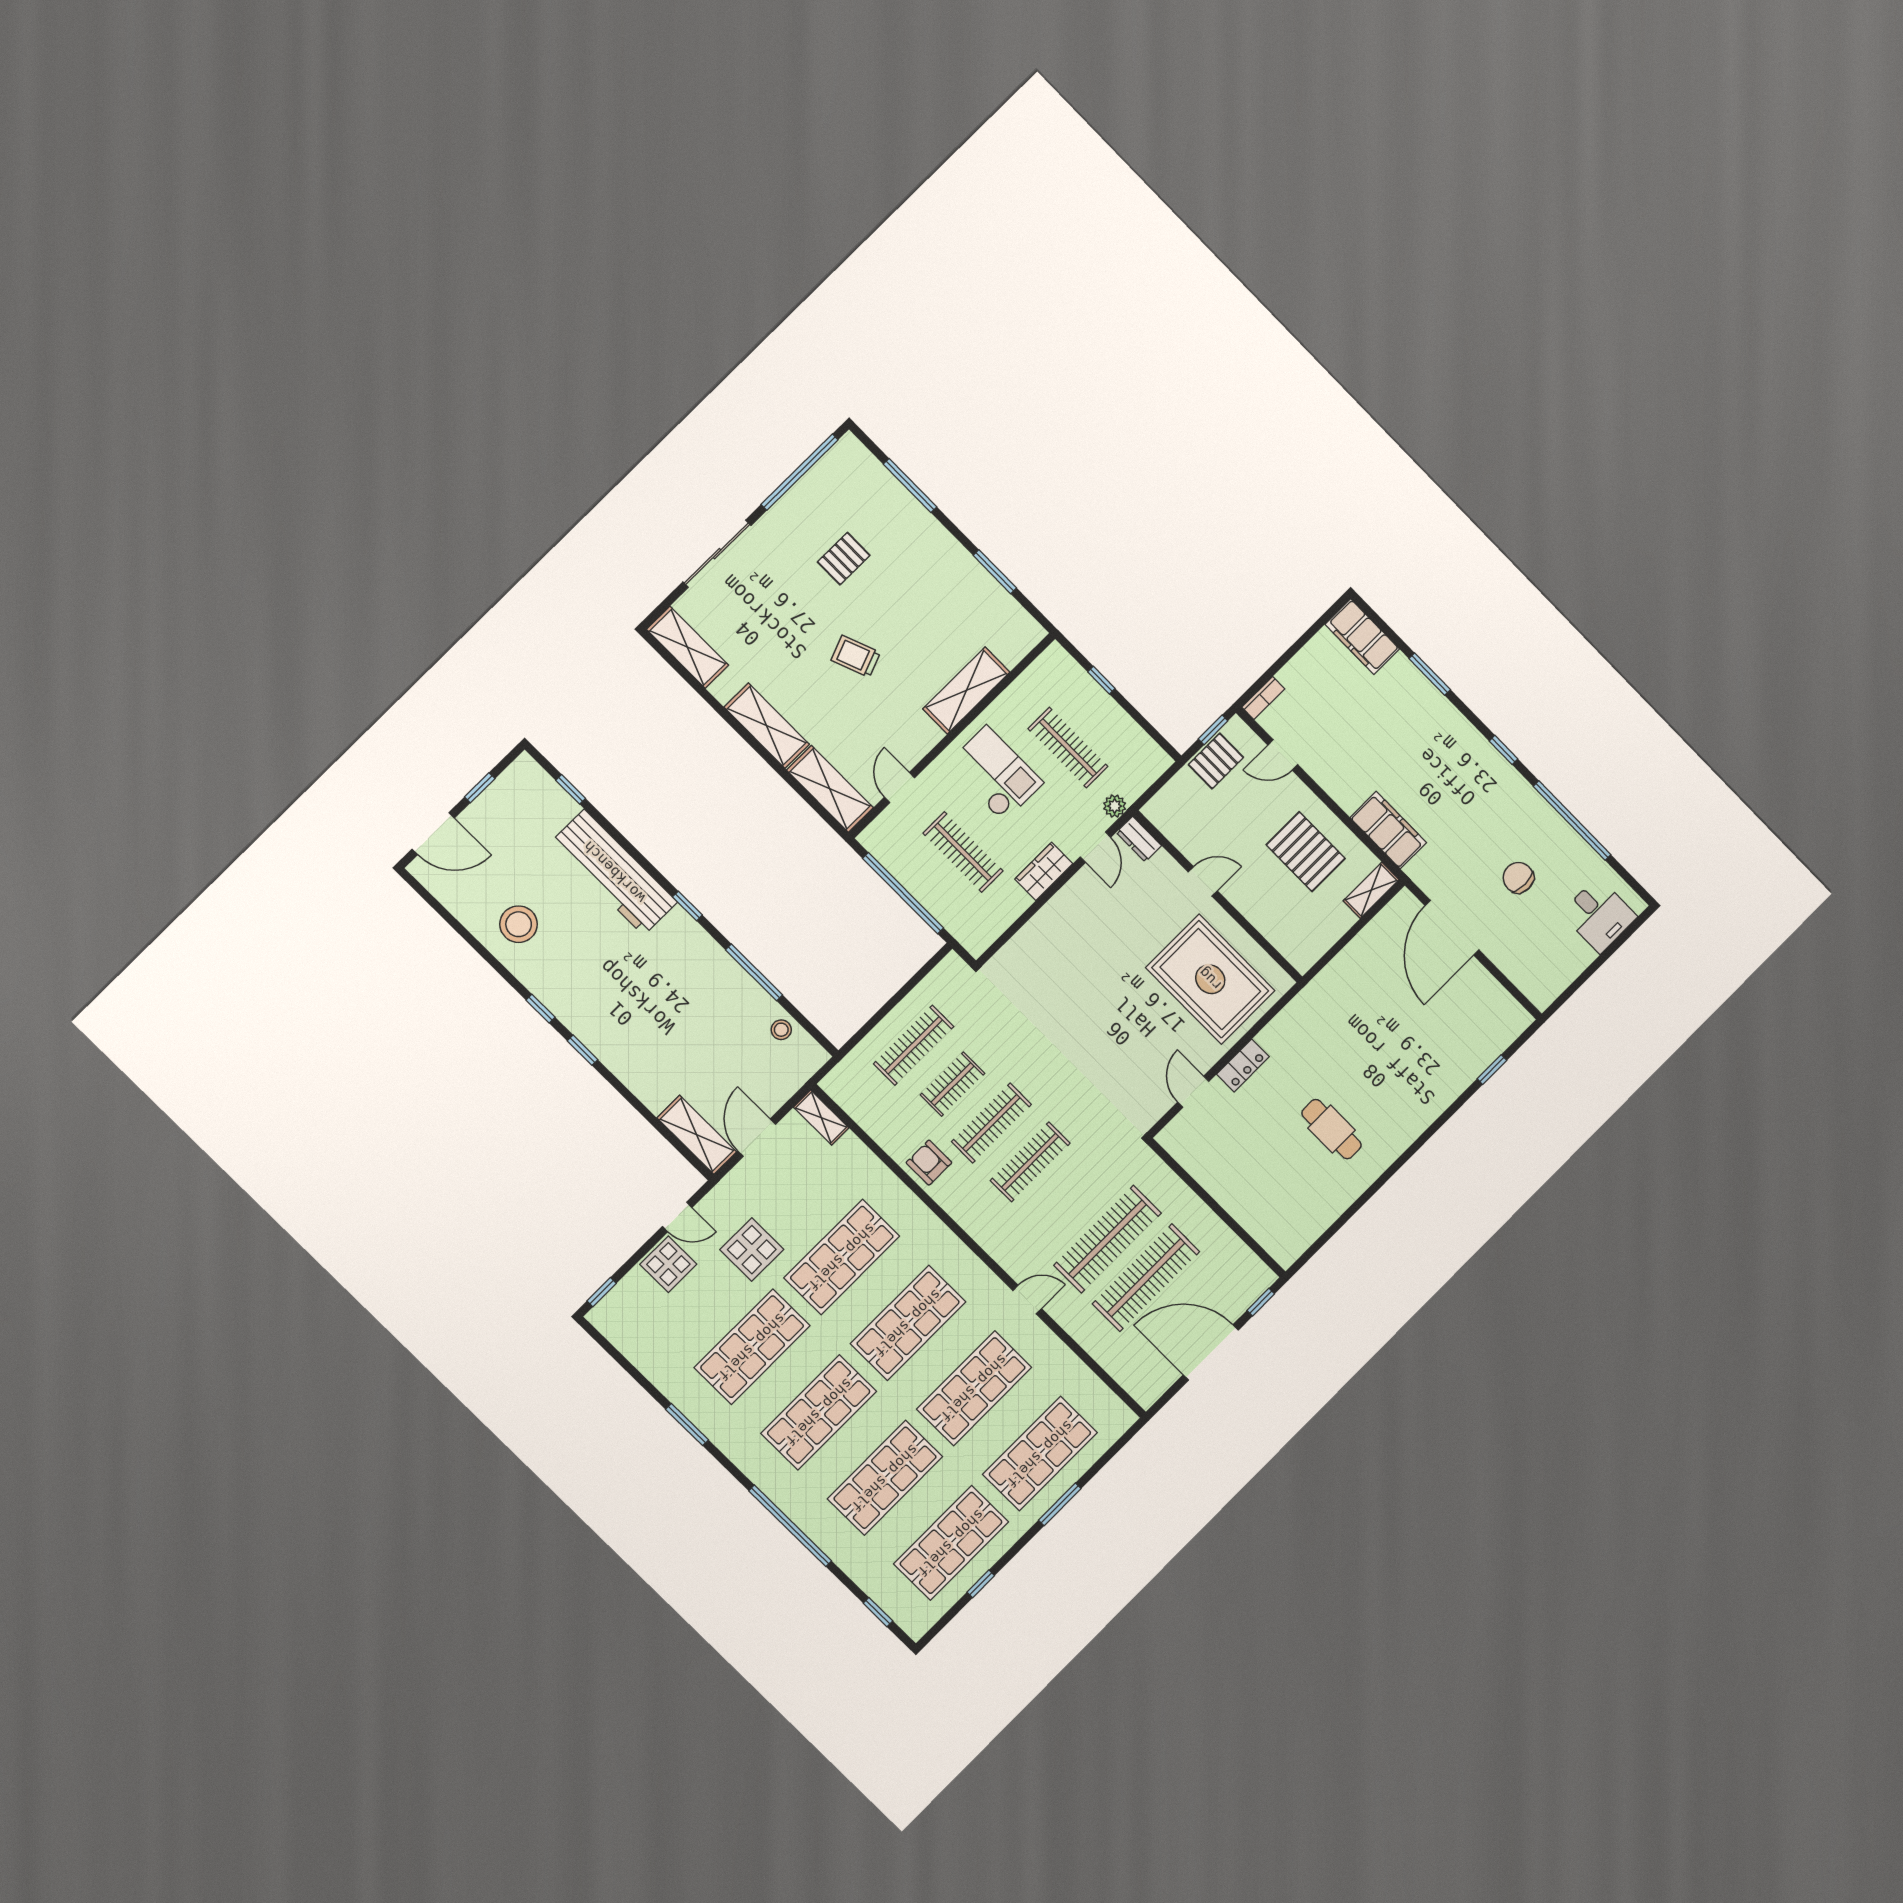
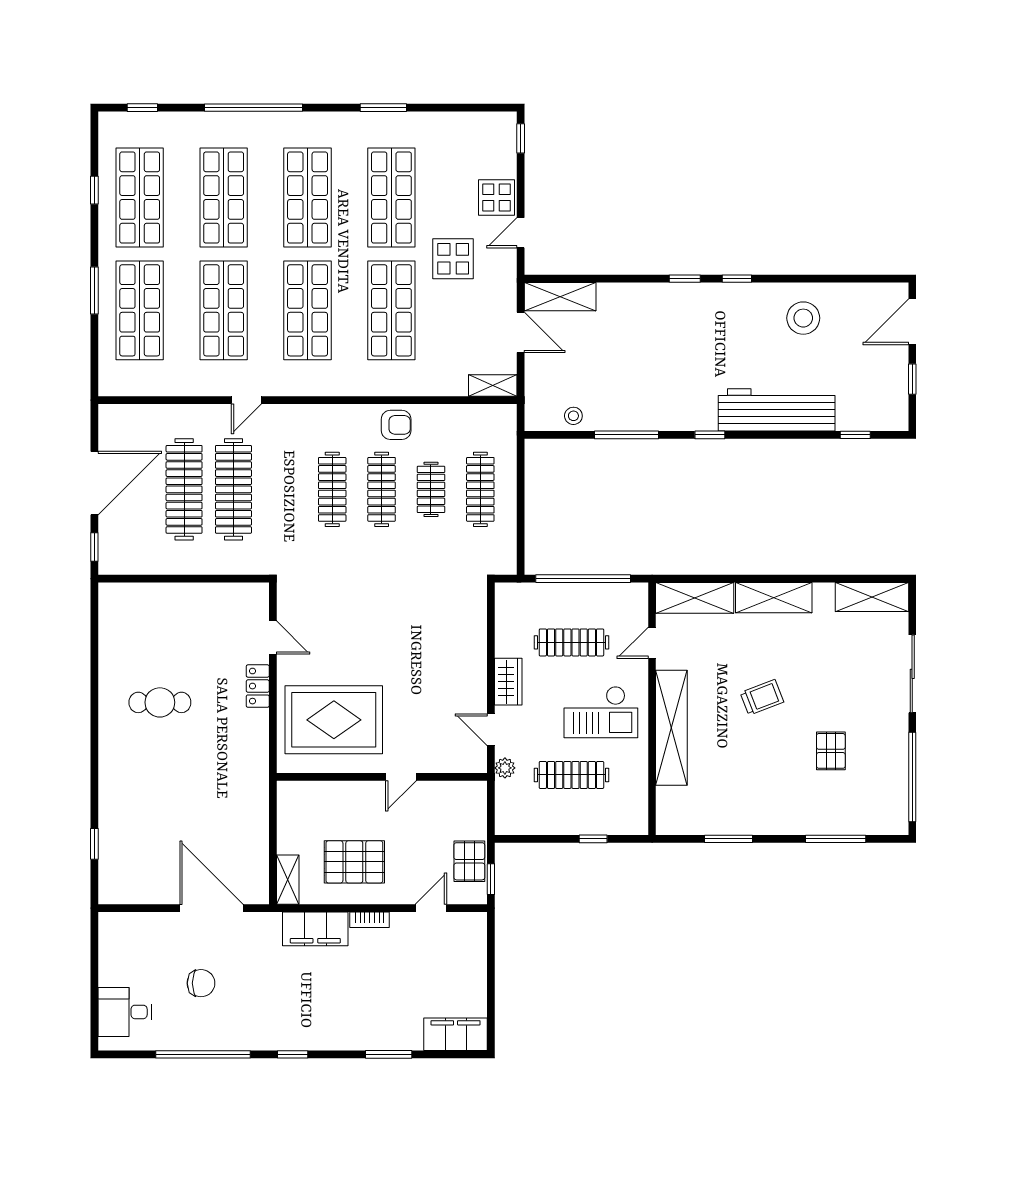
shelving: (966, 690) -> (671, 728), width x1.47
bookcase: (1263, 698) -> (370, 920), moved, turned -90
door: (900, 788) -> (652, 643), swing flipped
dresser: (1139, 839) -> (469, 763), removed

